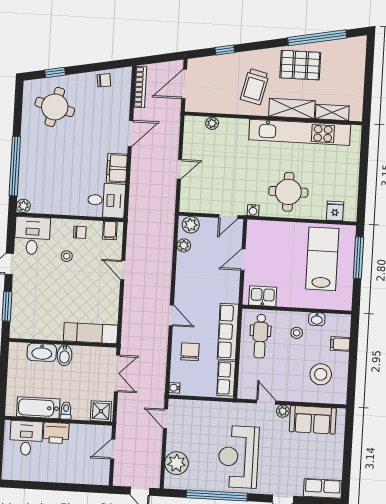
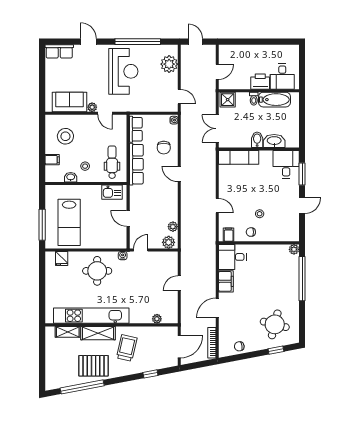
desk: (32, 236) -> (286, 164), moved, turned 180
door: (243, 260) -> (128, 218), swing flipped

